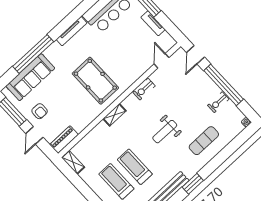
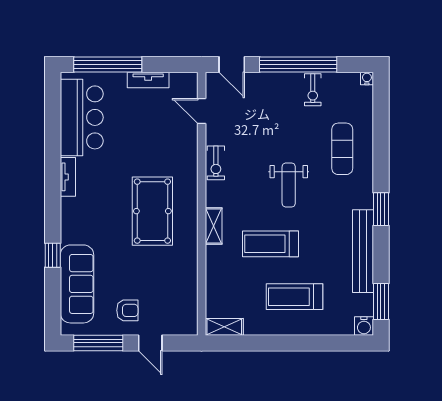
tv unit: (71, 31) -> (68, 177), width x0.71
window: (33, 54) -> (53, 255), width x0.32
pool table: (95, 81) -> (152, 211), turned 90
piano: (64, 140) -> (188, 313), removed
treadmill: (135, 167) -> (270, 244), moved

